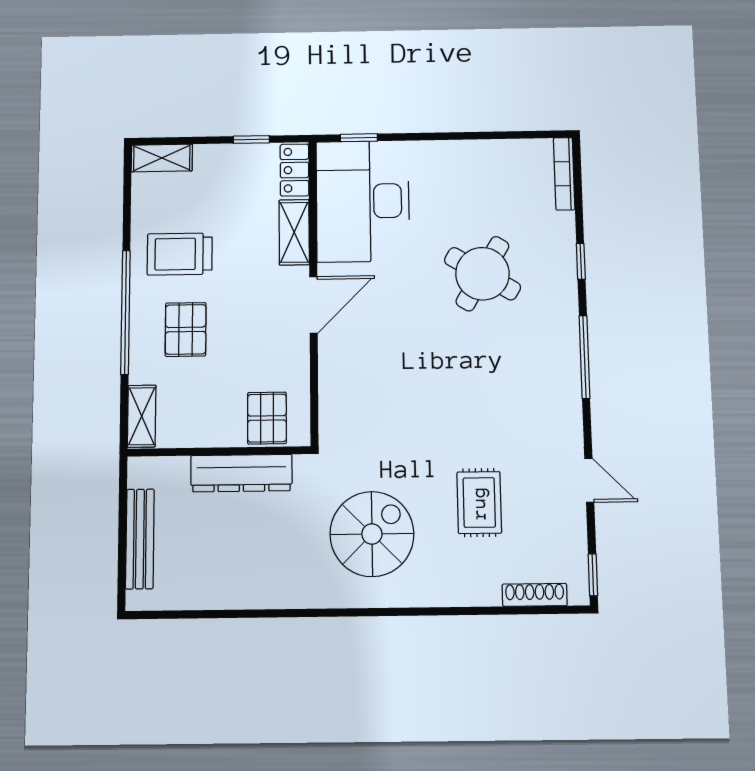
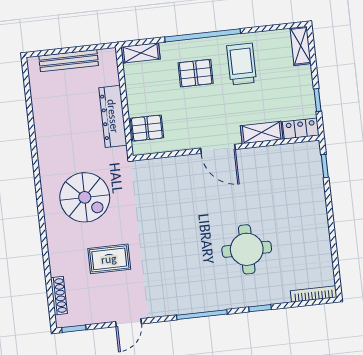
desk: (363, 201) -> (285, 172), removed
round table: (482, 274) -> (247, 249), turned -31

